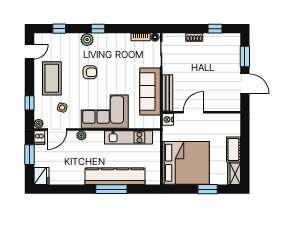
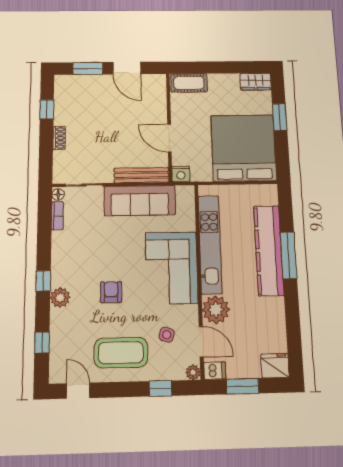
door: (245, 84) -> (127, 68), swing flipped
plant: (81, 135) -> (216, 310), width x1.88, depth x1.88
kitchen unit: (128, 137) -> (210, 244), width x1.36
cot: (233, 149) -> (189, 83), moved

